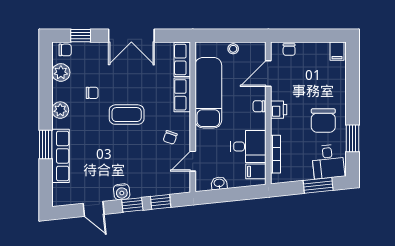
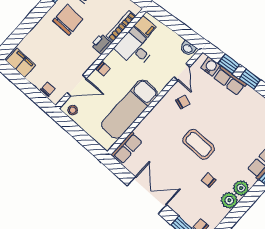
stool: (233, 49) -> (73, 110), moved
filing cabinet: (337, 51) -> (21, 63), width x2.00
plant: (61, 72) -> (229, 200), moved
row of seats: (182, 95) -> (230, 81), moved, turned 84
printer: (279, 110) -> (101, 44), moved
door: (193, 161) -> (182, 72), hinge flipped
washbasin: (219, 183) -> (188, 48), moved
water cooler: (122, 192) -> (211, 67), moved

